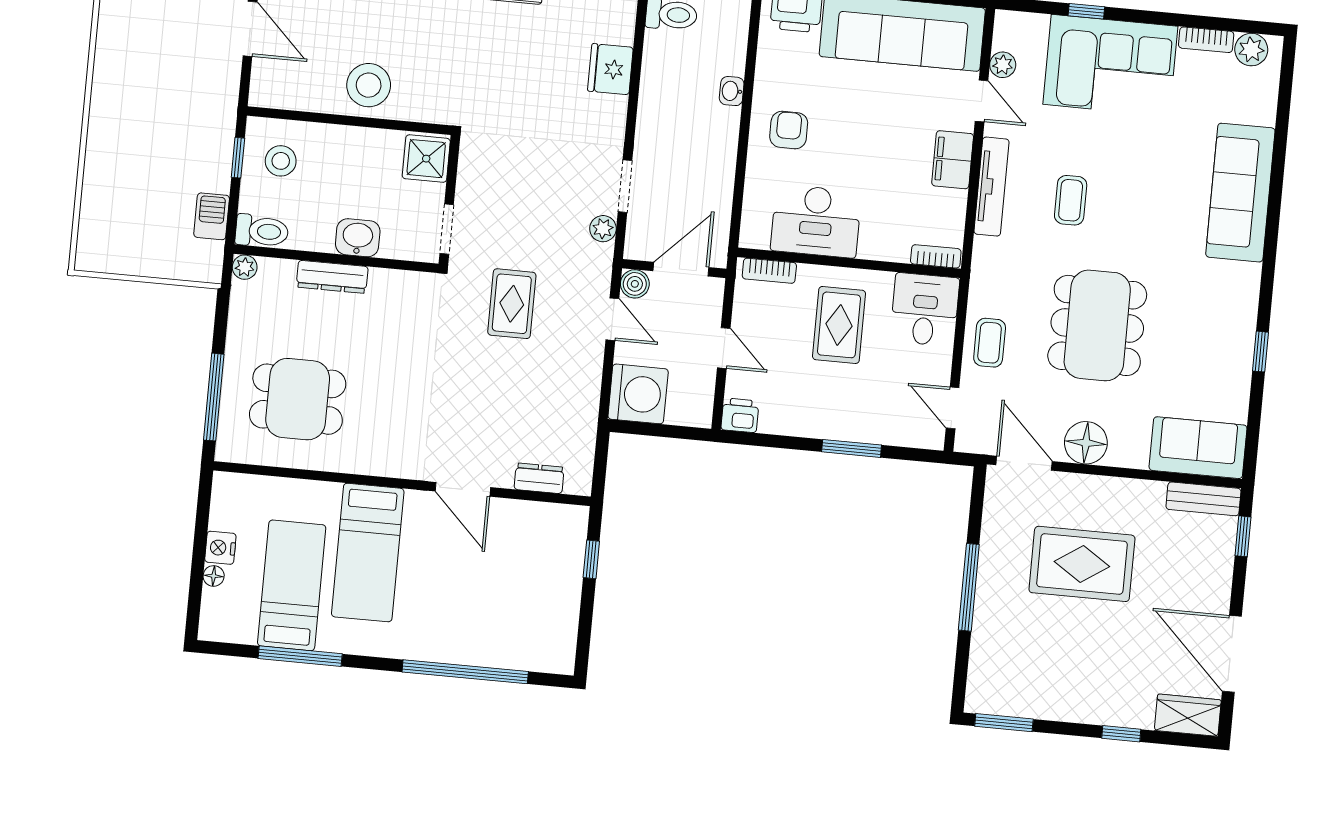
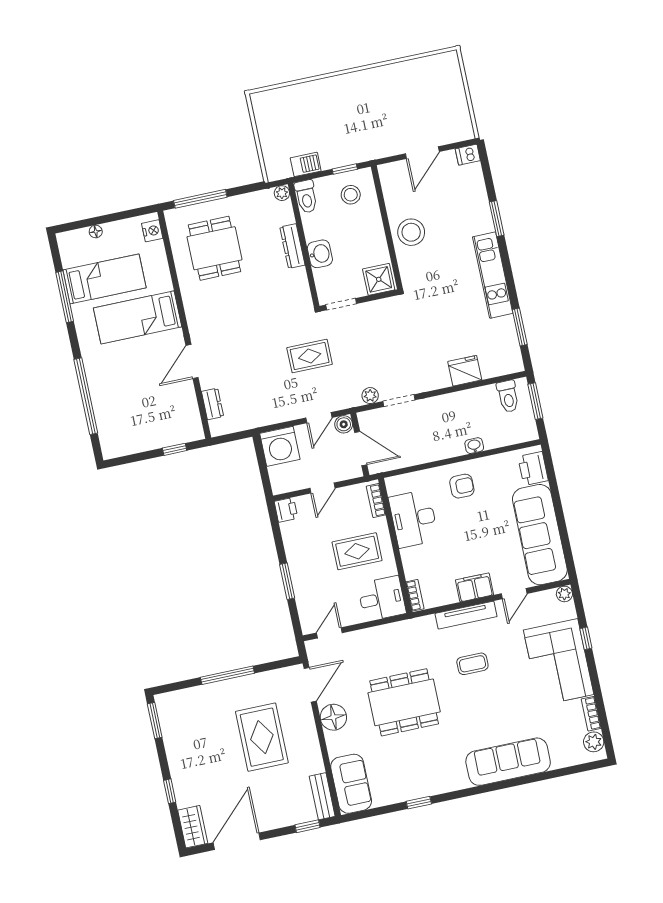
plant: (1003, 65) -> (564, 594), moved
coffee table: (990, 343) -> (374, 643), removed
nightstand: (220, 548) -> (152, 231), moved, turned 90

